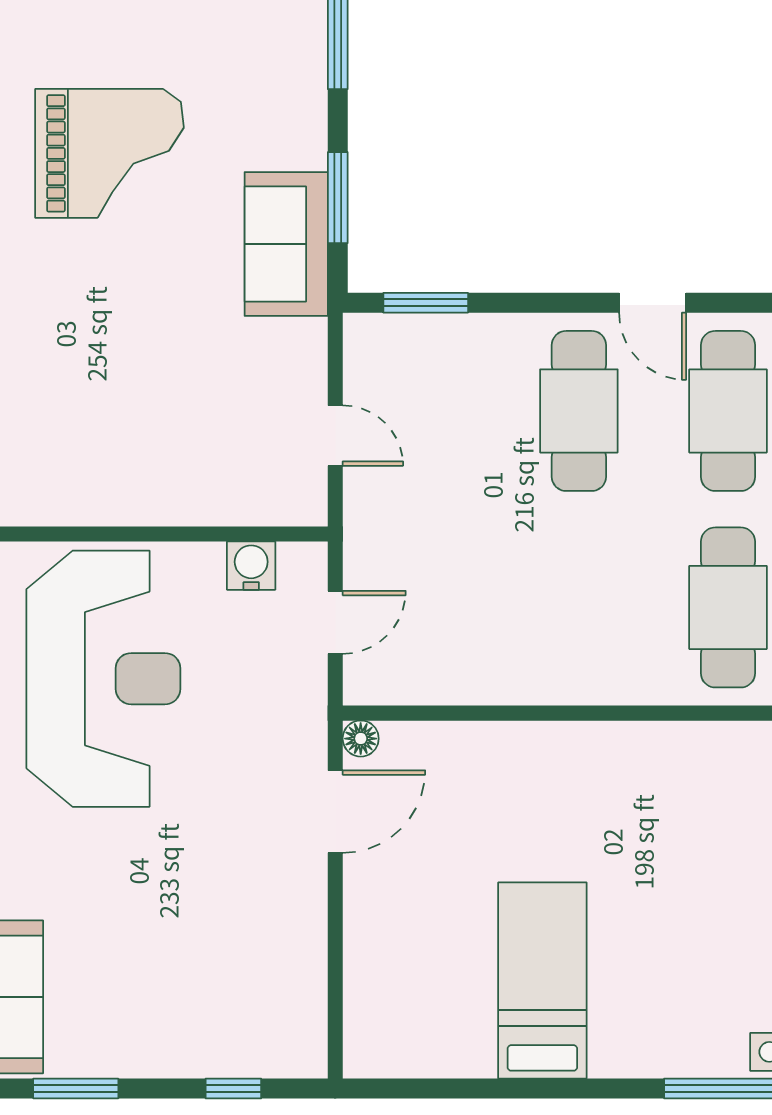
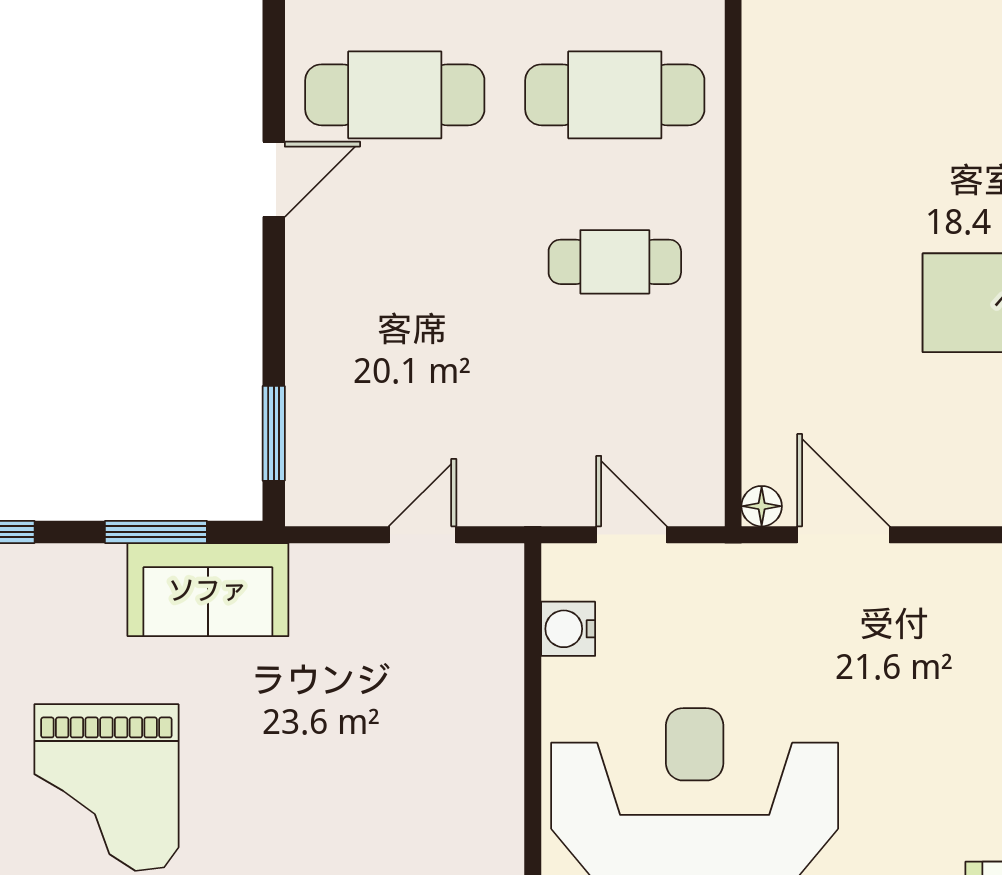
grand piano: (109, 153) -> (106, 787), turned 180
cafe table: (579, 411) -> (615, 262), moved, width x0.73, depth x0.74

